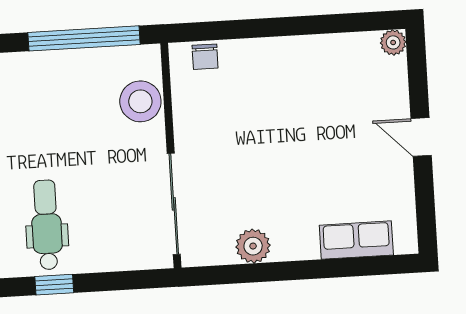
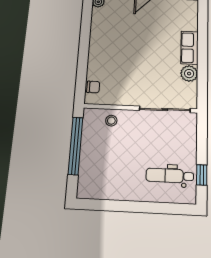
stool: (140, 101) -> (111, 121), width x0.53, depth x0.53
row of seats: (356, 240) -> (190, 48), moved

